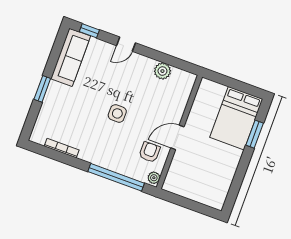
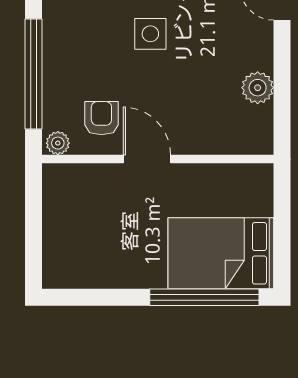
window: (255, 134) -> (204, 297), width x2.11
armchair: (150, 152) -> (101, 118), turned -90

